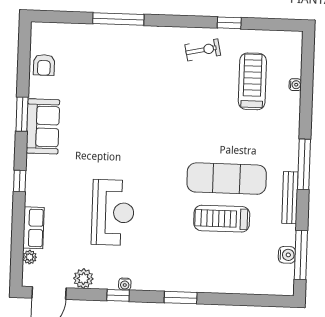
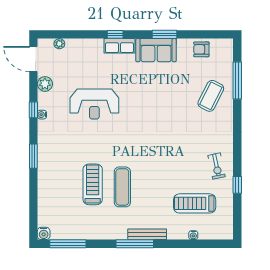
window: (118, 19) -> (237, 80), moved
coffee table: (107, 54) -> (211, 96), added
treadmill: (252, 81) -> (195, 203), turned 180
exercise mat: (227, 179) -> (122, 187), width x0.73, depth x0.69
bench: (290, 198) -> (147, 234), moved
row of seats: (33, 228) -> (119, 46), moved
water cooler: (287, 255) -> (44, 233), moved

